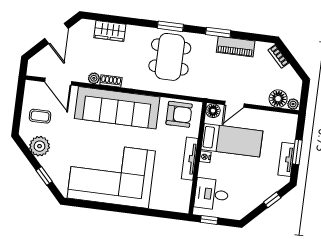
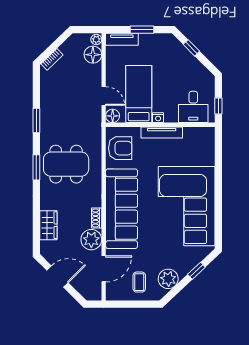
piano: (236, 47) -> (48, 102), removed
plant: (94, 78) -> (91, 240), width x1.88, depth x1.88
armchair: (179, 114) -> (120, 148), turned 90
tv unit: (286, 159) -> (122, 39), moved

